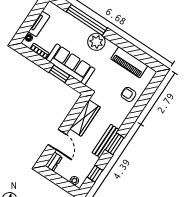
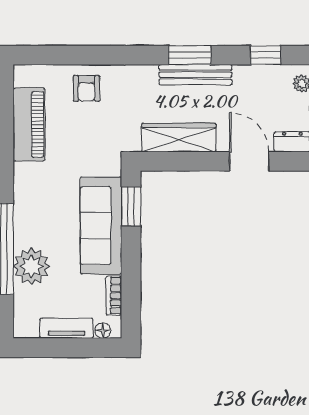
plant: (96, 42) -> (31, 266), moved
window: (59, 74) -> (131, 206), moved
door: (57, 140) -> (249, 161), hinge flipped

